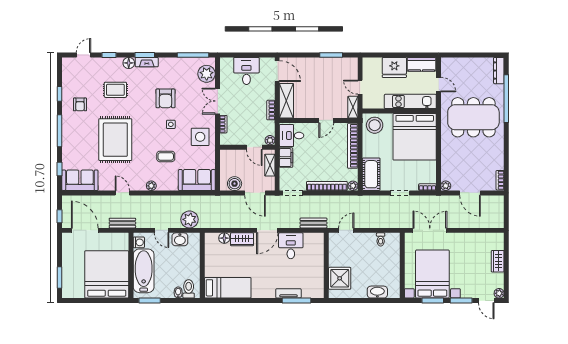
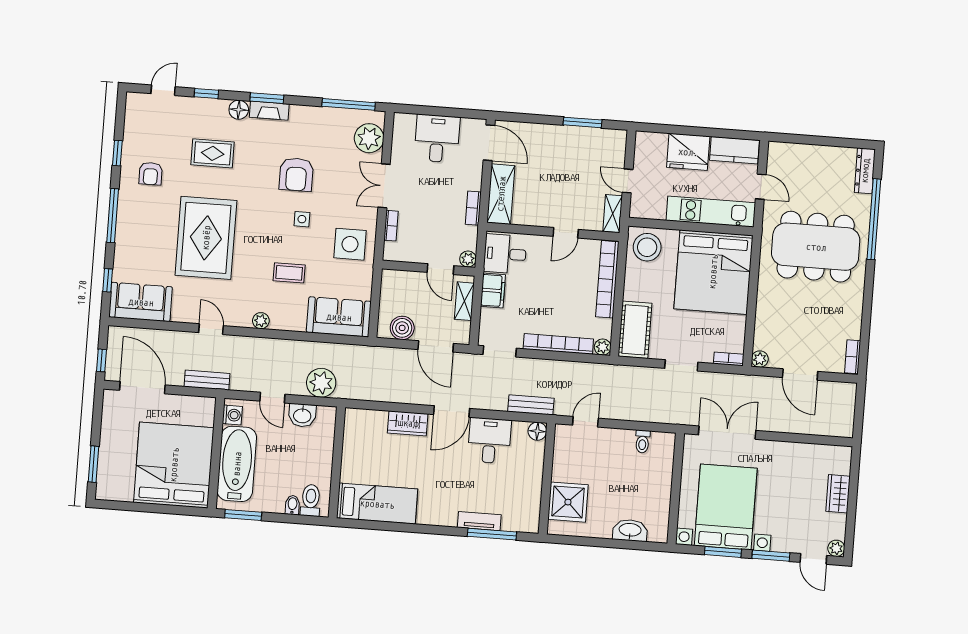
floor lamp: (224, 238) -> (537, 431), moved

